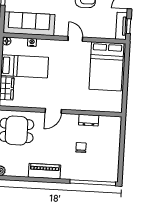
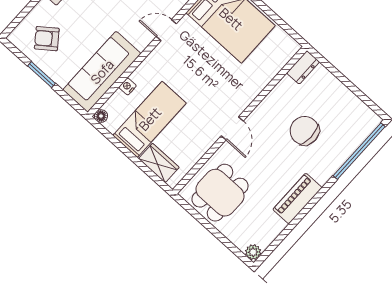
dresser: (89, 120) -> (303, 67), moved
chair: (81, 147) -> (305, 131), width x1.87, depth x1.87

